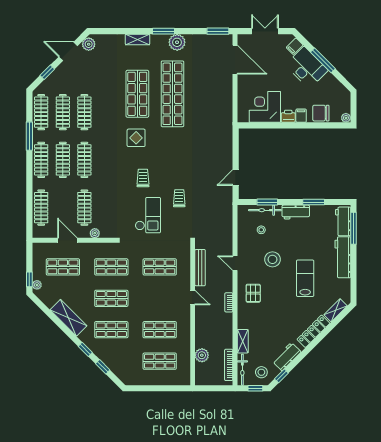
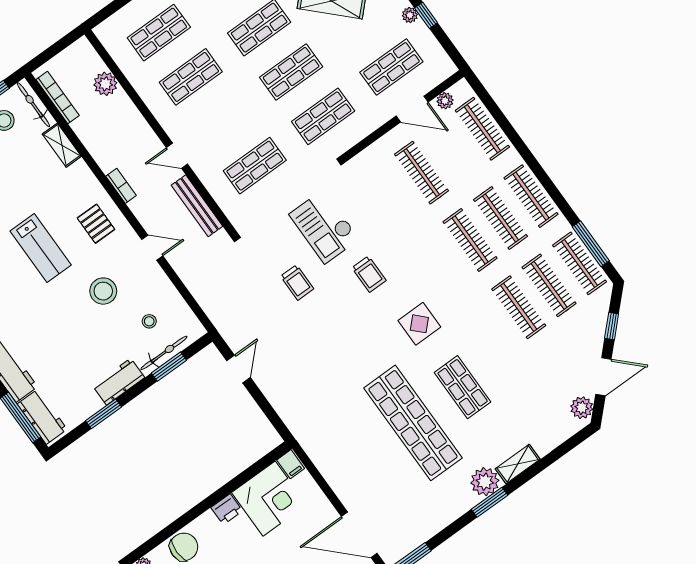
plant: (177, 42) -> (485, 482), moved
shop shelf: (137, 94) -> (463, 387), width x0.70, depth x0.74
filing cabinet: (301, 116) -> (291, 464), moved
window: (29, 136) -> (591, 244), moved
plant: (95, 233) -> (445, 101), moved
lab bench: (305, 278) -> (41, 248), moved

